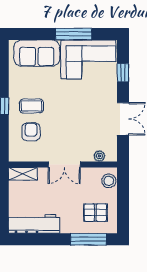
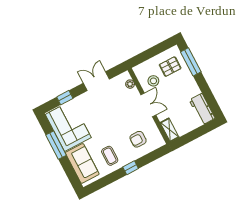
coffee table: (31, 106) -> (110, 156), moved
stool: (109, 181) -> (153, 81), moved
pallet: (95, 213) -> (170, 67), turned 90
workbench: (34, 224) -> (202, 109), width x0.73

